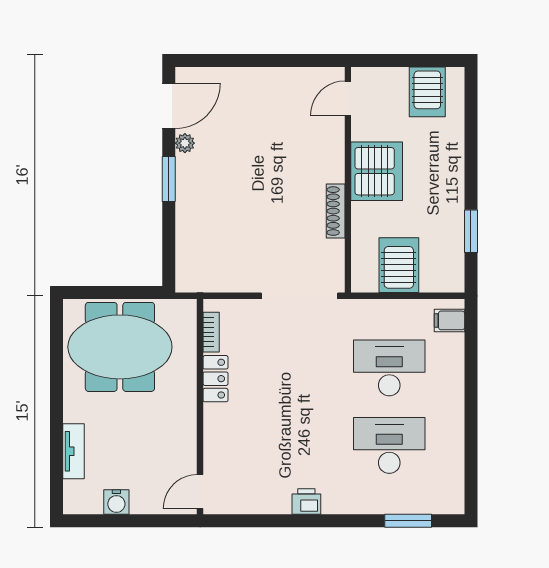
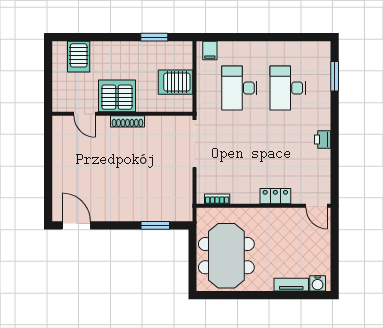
server rack: (427, 92) -> (79, 57), moved, turned 90
door: (348, 98) -> (85, 114), moved
plant: (185, 143) -> (99, 215), removed
window: (169, 179) -> (155, 225), moved
shoe rack: (336, 211) -> (127, 121), moved
locker: (215, 379) -> (275, 196), moved
water cooler: (116, 502) -> (318, 283), moved, turned 90

